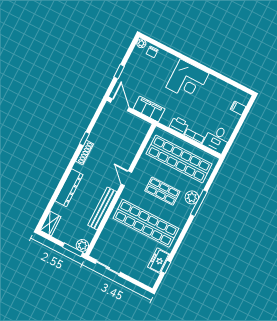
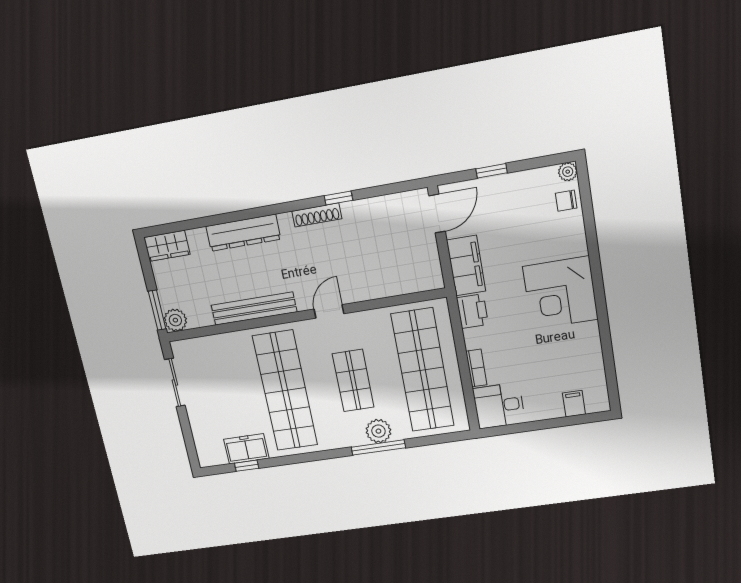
printer: (179, 125) -> (472, 311), moved

